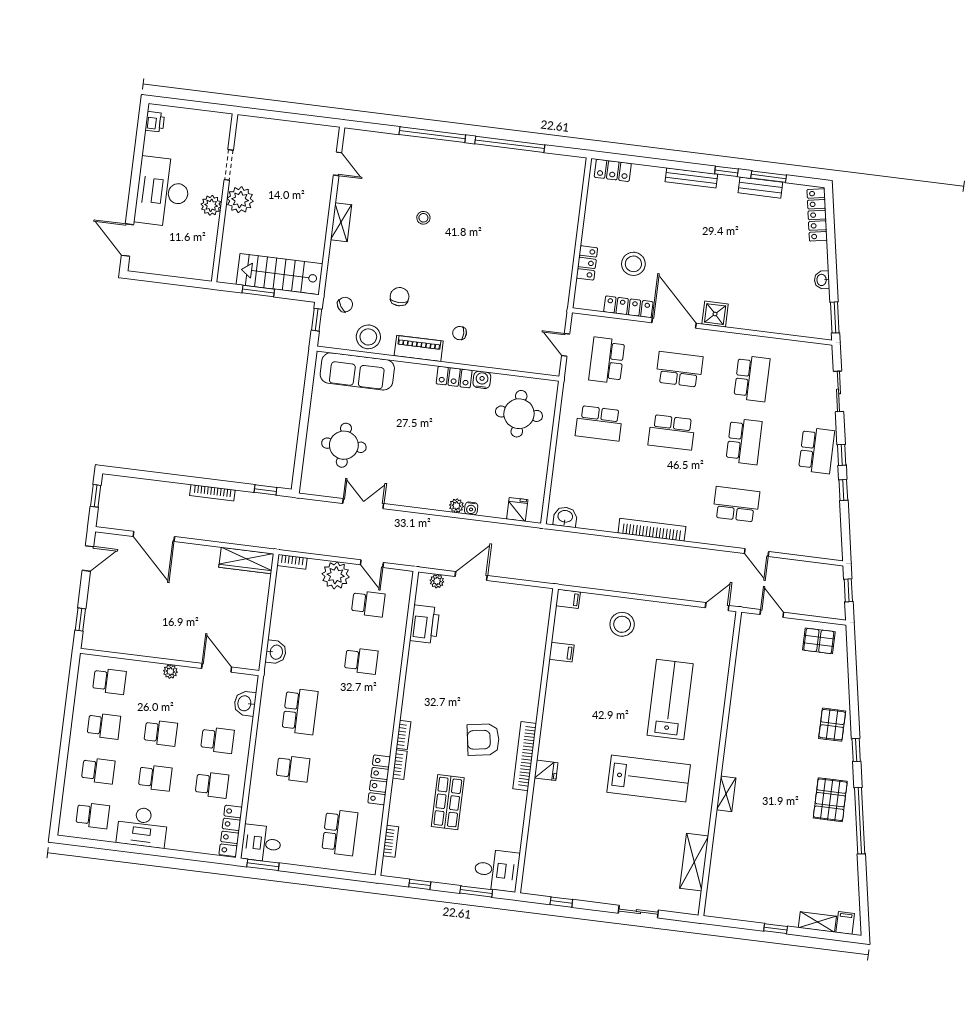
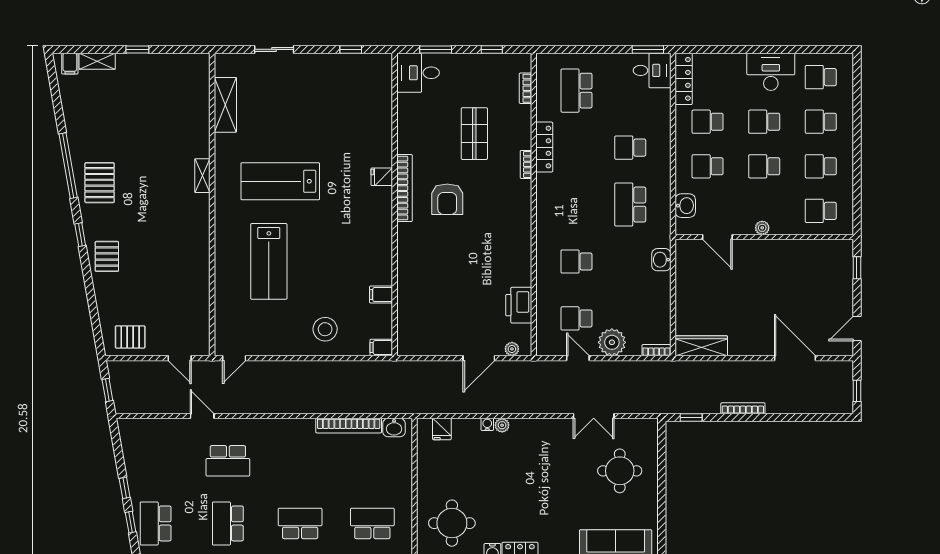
bookcase: (652, 530) -> (349, 426), moved
bookcase: (403, 735) -> (526, 194), removed
armchair: (483, 740) -> (447, 199), turned 99

